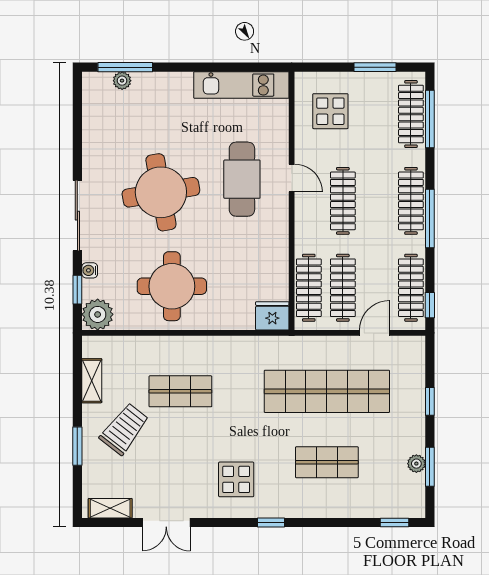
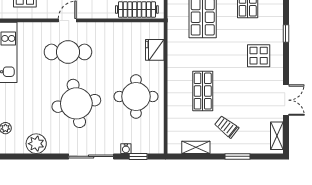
plant: (98, 314) -> (36, 144), moved
fridge: (272, 316) -> (155, 50), moved
trolley: (124, 429) -> (227, 127), width x0.73, depth x0.72

